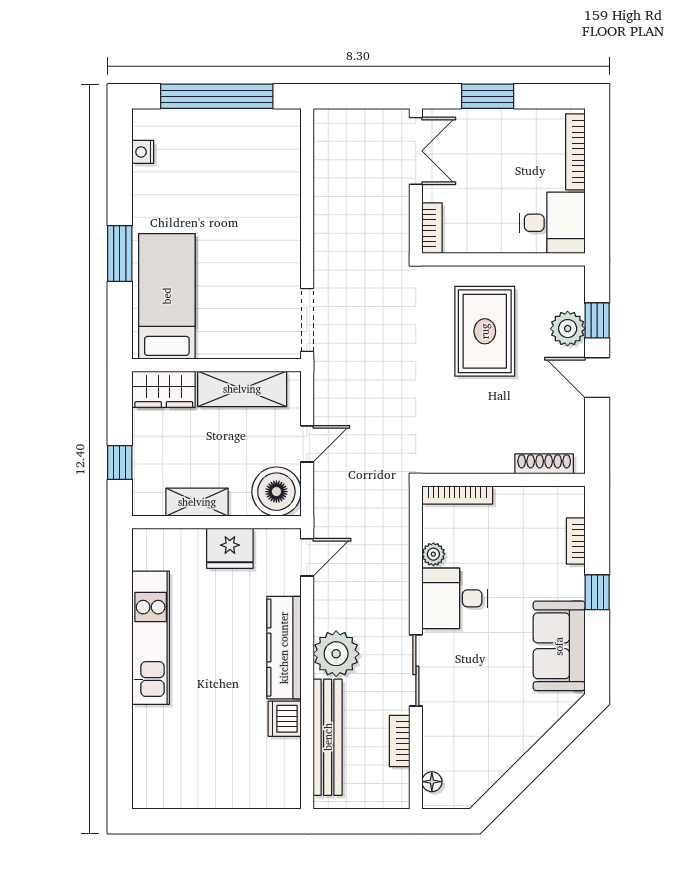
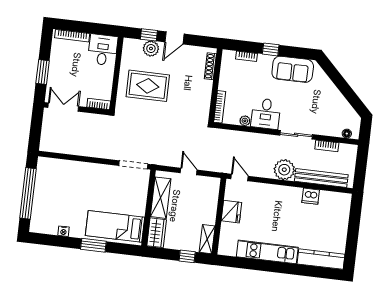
nightstand: (143, 152) -> (64, 231), moved
boiler: (276, 492) -> (208, 188), removed
shelving: (197, 502) -> (207, 239), moved
kitchen counter: (284, 648) -> (321, 259), moved, turned 180

